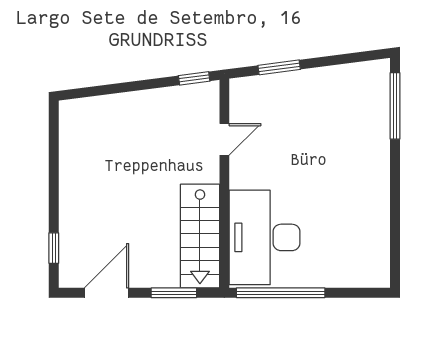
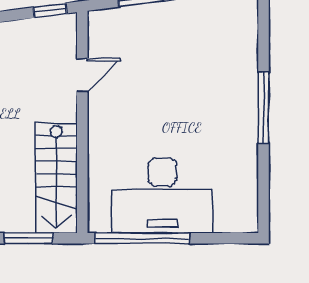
window: (395, 106) -> (264, 108), moved
desk: (265, 237) -> (162, 196), moved, turned -90

